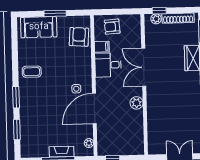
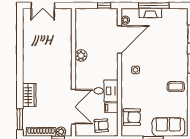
armchair: (79, 37) -> (132, 117), turned -94
double door: (144, 67) -> (74, 107), moved
door: (94, 109) -> (120, 39), moved

